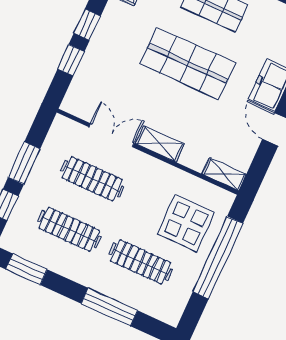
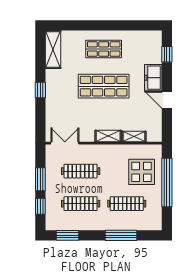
window: (71, 60) -> (40, 113), removed
double door: (111, 135) -> (65, 143), moved
shelving: (224, 174) -> (134, 136), moved

